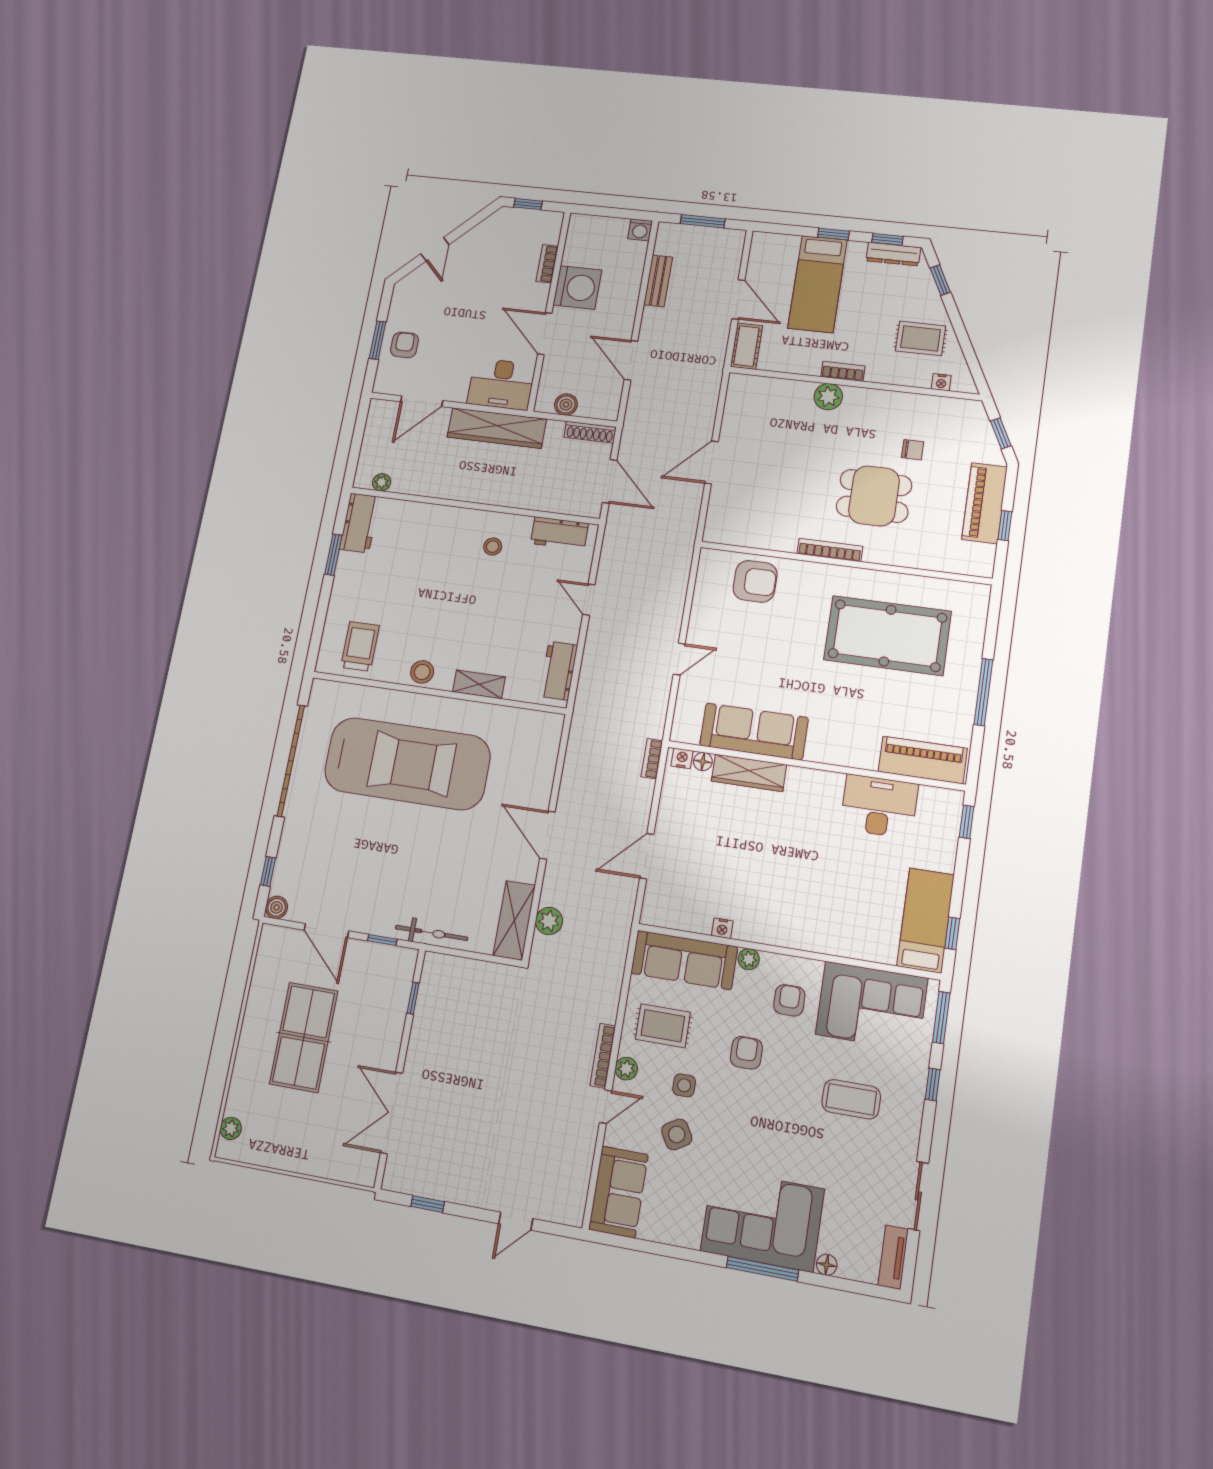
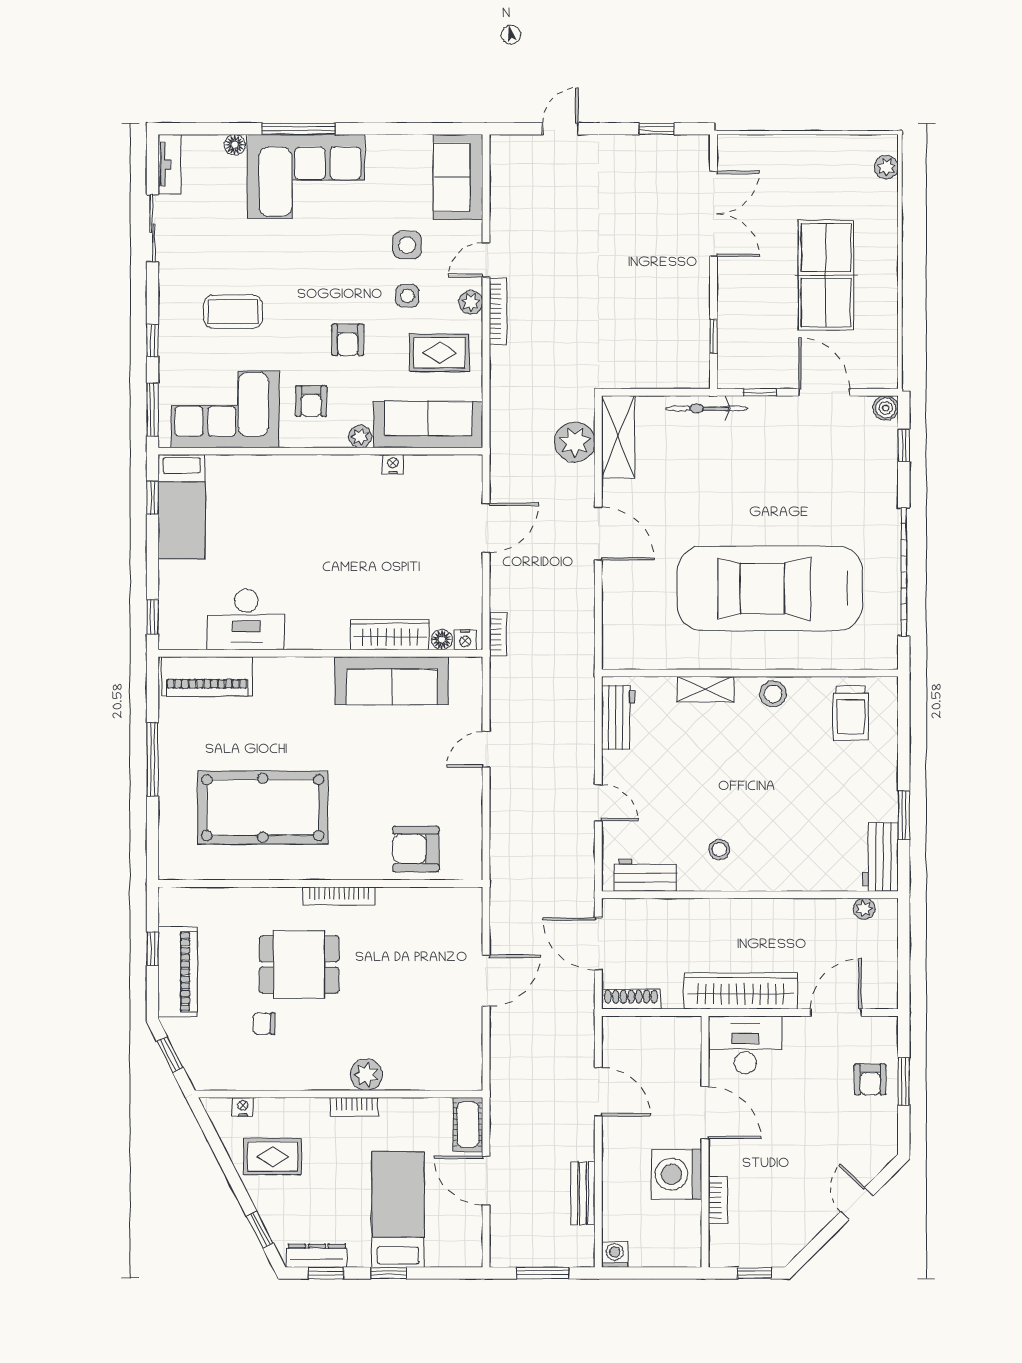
boiler: (566, 405) -> (665, 1029), removed
plant: (549, 921) -> (575, 442), width x1.36, depth x1.36
side table: (677, 1134) -> (407, 245), turned 31

